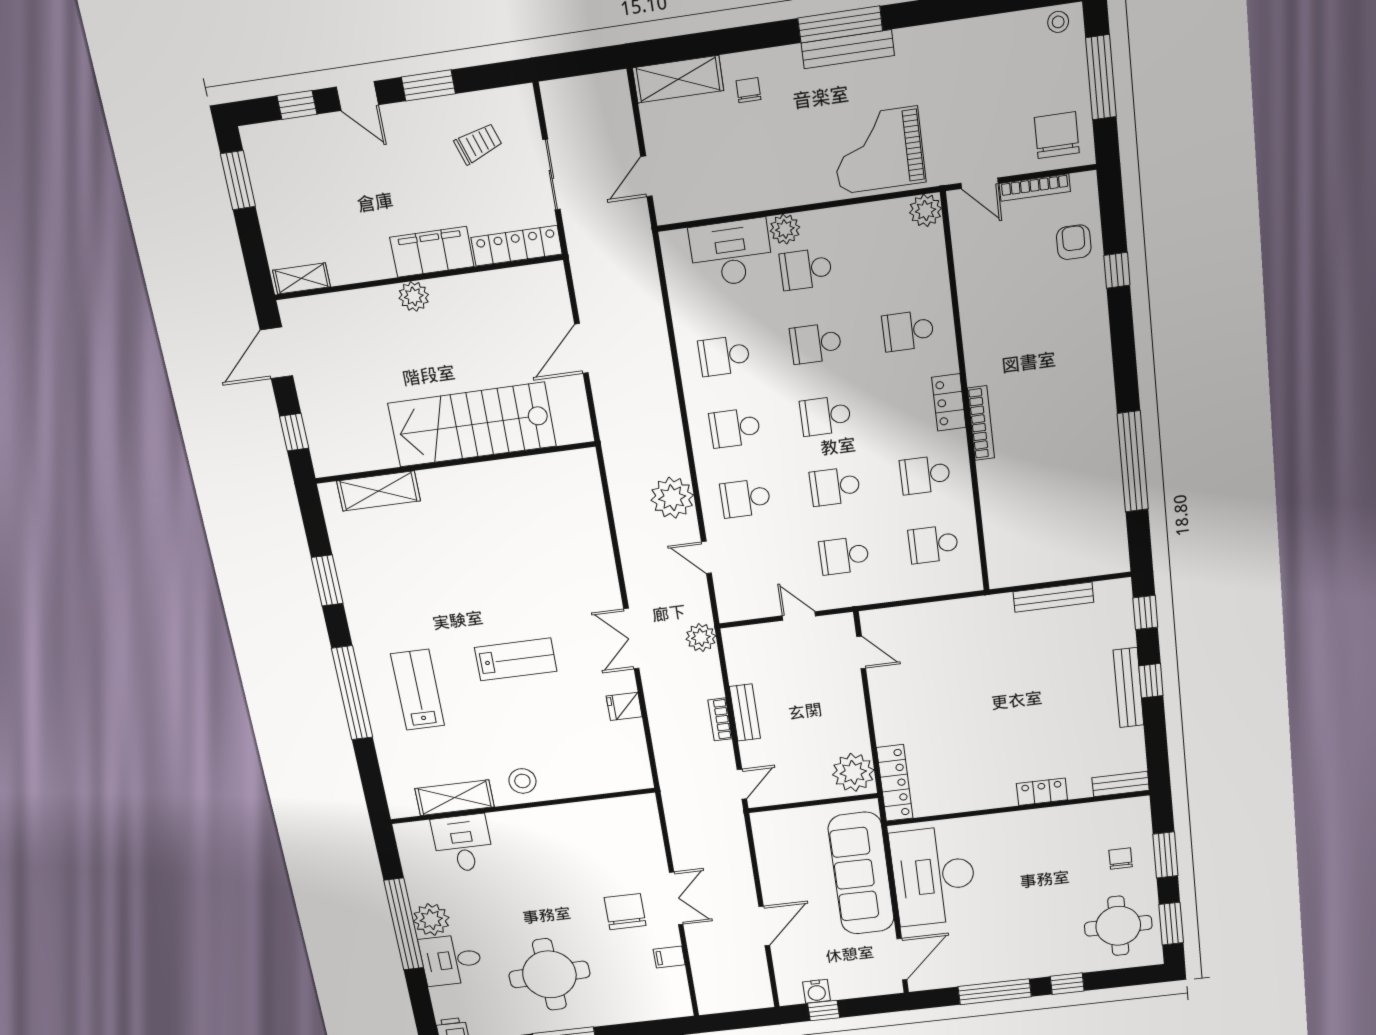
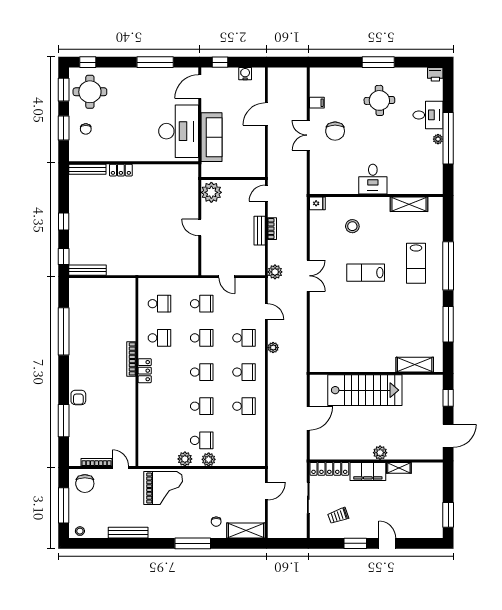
window: (840, 24) -> (193, 543), moved
bench: (848, 49) -> (128, 533), moved
window: (297, 105) -> (415, 543), removed
plant: (925, 210) -> (185, 459), moved
armchair: (1074, 242) -> (78, 397), moved
desk: (731, 253) -> (234, 452), removed
window: (1117, 270) -> (64, 421), width x2.17
shelving: (302, 278) -> (399, 468), moved
school desk: (908, 331) -> (159, 406), removed
plant: (672, 498) -> (273, 348), width x0.53, depth x0.53
window: (327, 580) -> (448, 324), width x1.44
bench: (1053, 597) -> (88, 270), moved
door: (861, 652) -> (200, 227), moved
bench: (1129, 688) -> (75, 219), removed
fridge: (624, 706) -> (317, 203), moved
stool: (522, 781) -> (352, 226), moved
locker: (895, 783) -> (192, 184), removed
bench: (1121, 784) -> (87, 169), width x1.36
desk: (463, 843) -> (373, 179), moved
sofa: (861, 873) -> (211, 137), width x0.74, depth x0.79
plant: (431, 920) -> (438, 139), width x0.53, depth x0.53
round table: (549, 974) -> (379, 100), width x0.73, depth x0.73
window: (1067, 984) -> (88, 62), moved
window: (824, 1011) -> (220, 62), moved

